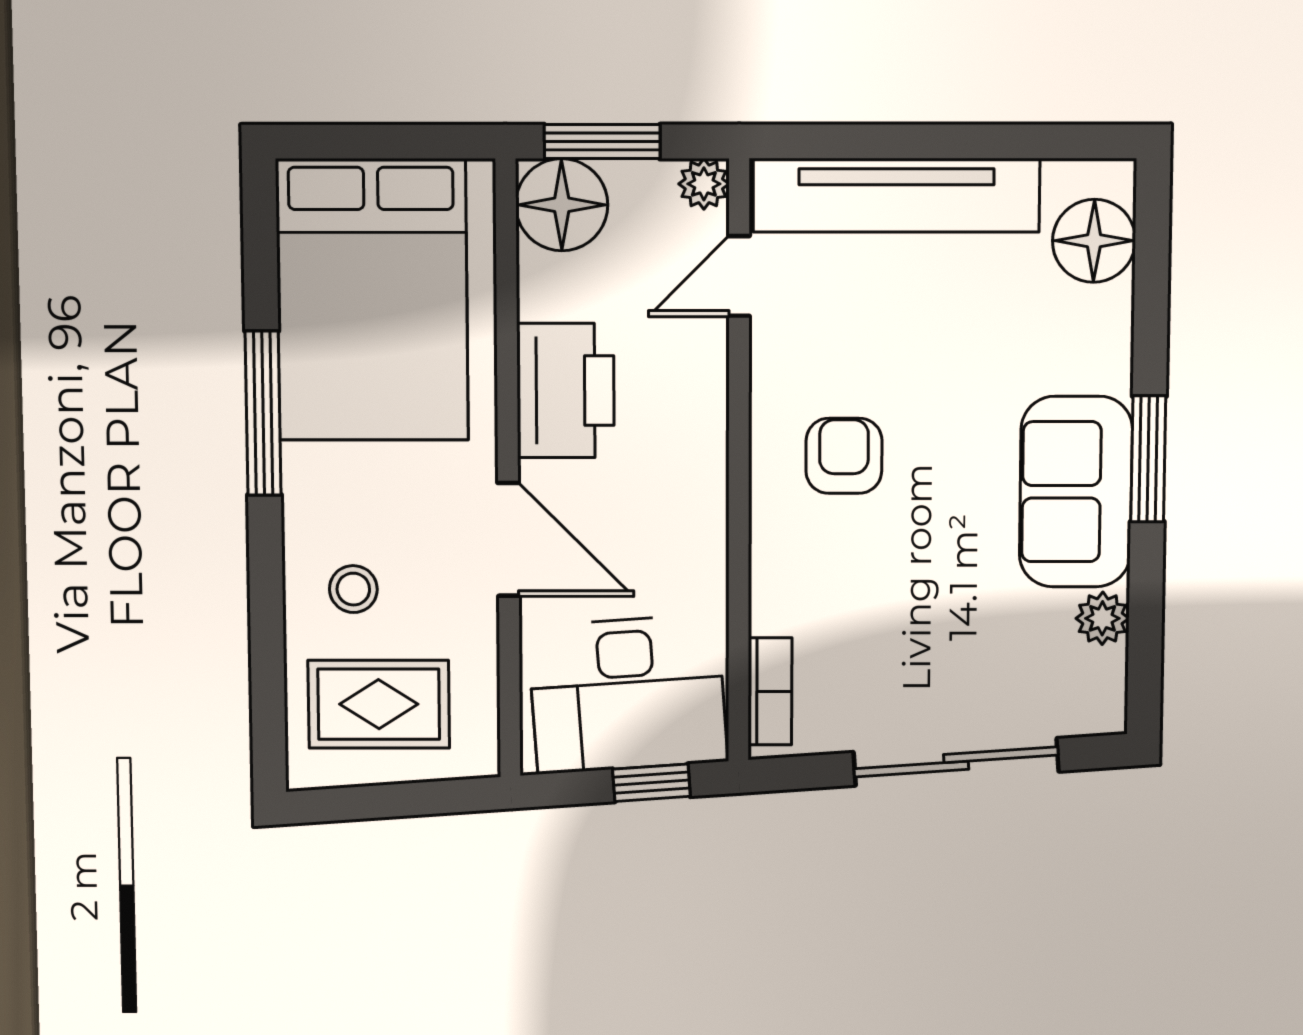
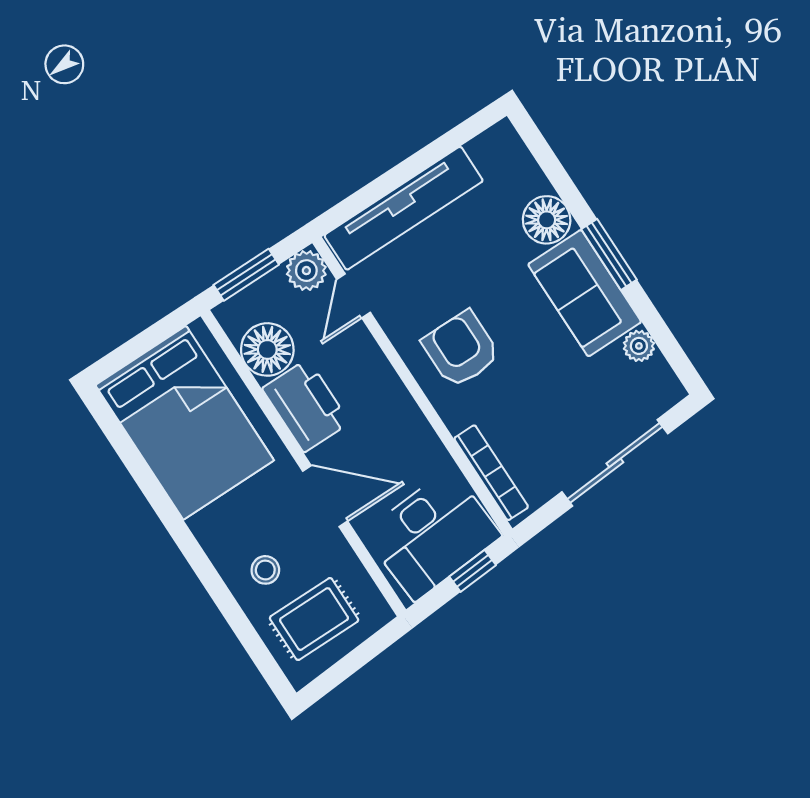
plant: (704, 184) -> (306, 271), width x1.38, depth x1.38
floor lamp: (562, 205) -> (267, 349), moved
floor lamp: (1094, 241) -> (547, 220), moved
window: (263, 413) -> (167, 512), removed
armchair: (844, 456) -> (461, 349), width x1.38, depth x1.38
bookcase: (770, 691) -> (491, 473), width x1.56

